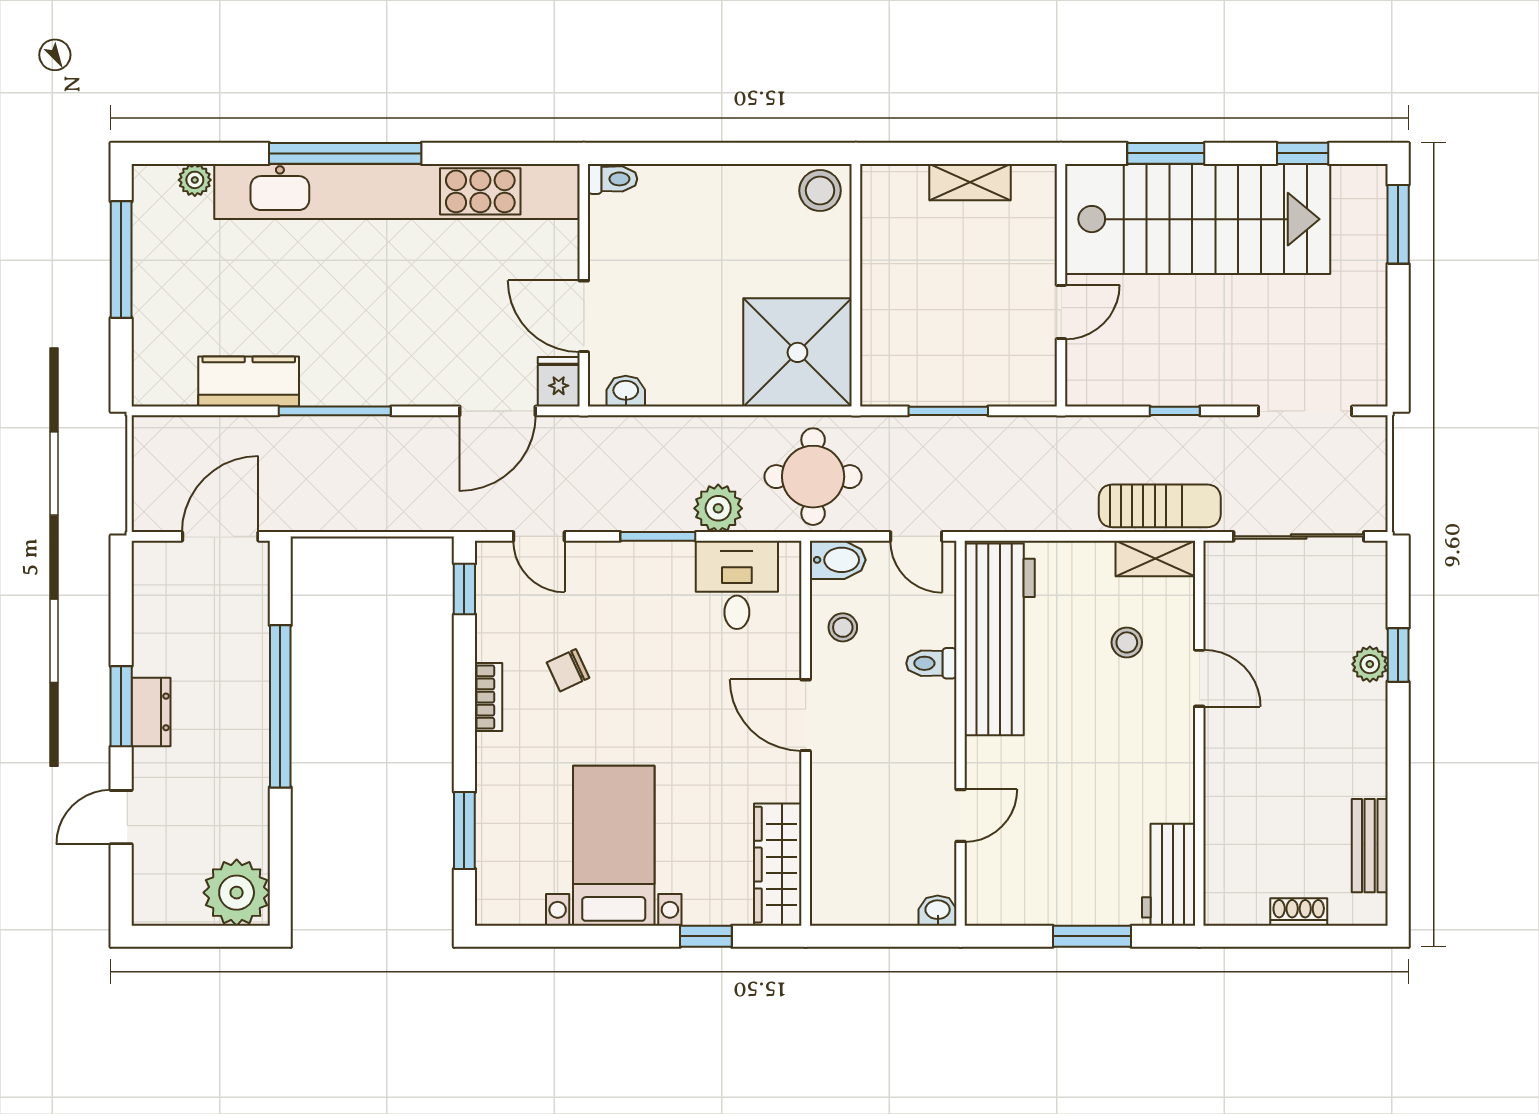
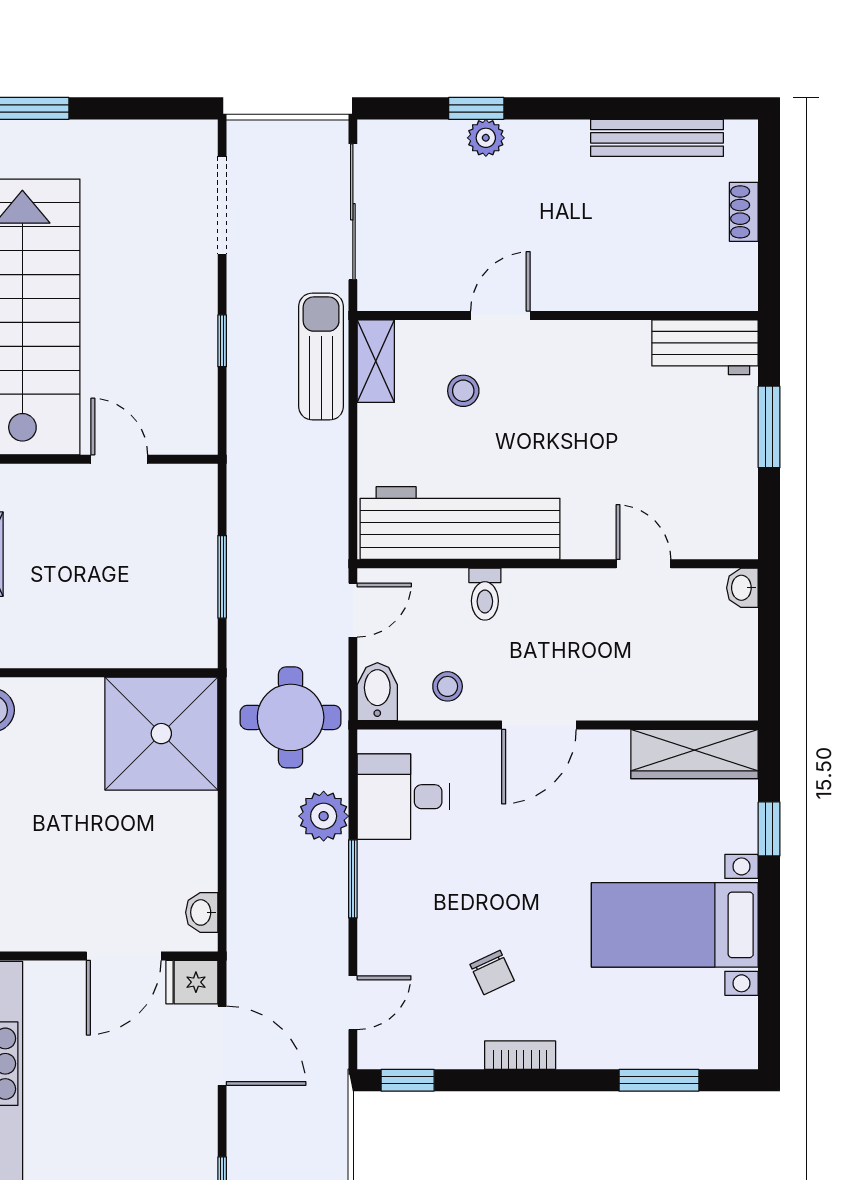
bench: (1370, 846) -> (657, 138), width x1.36

